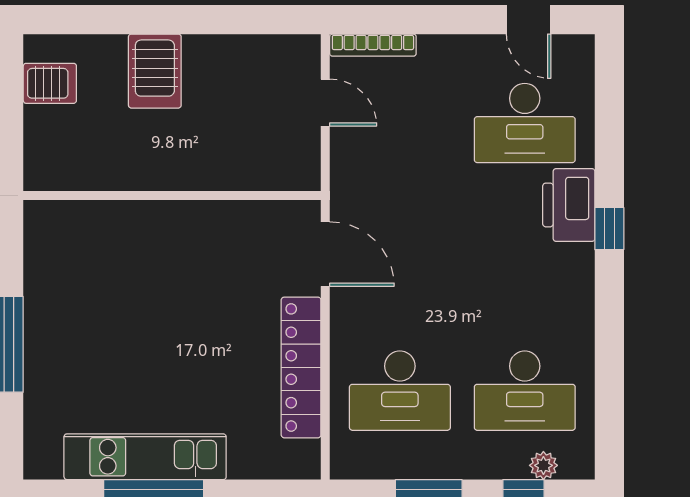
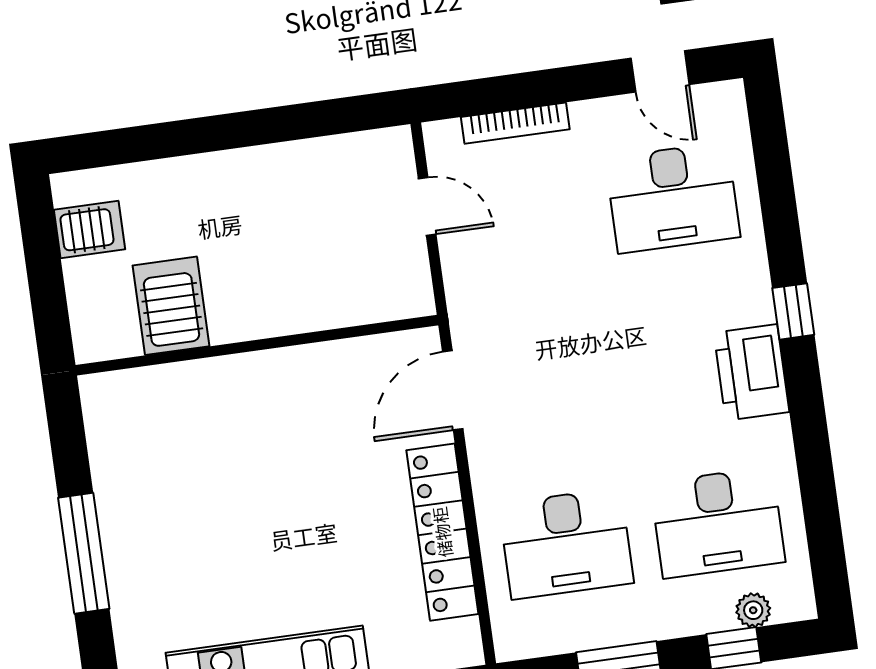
bookcase: (373, 45) -> (515, 123), moved
server rack: (155, 71) -> (171, 306), moved, turned 180
printer: (569, 205) -> (752, 372), moved
door: (325, 254) -> (453, 390), swing flipped

